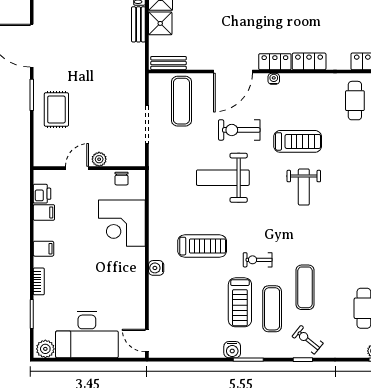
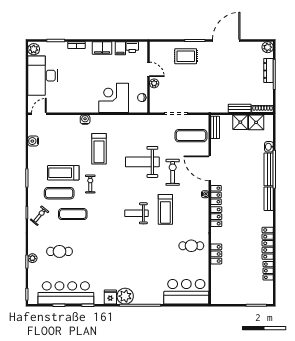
weight bench: (223, 178) -> (142, 162), turned -90
filing cabinet: (43, 249) -> (102, 48), width x2.00
water cooler: (232, 350) -> (33, 141), moved

